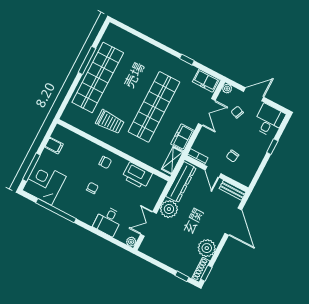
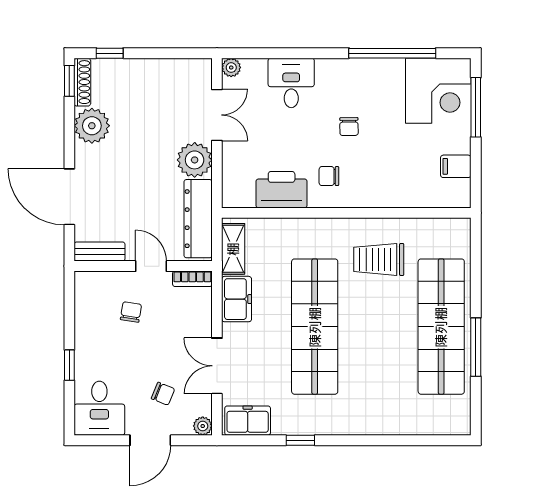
chair: (105, 162) -> (329, 176), moved

